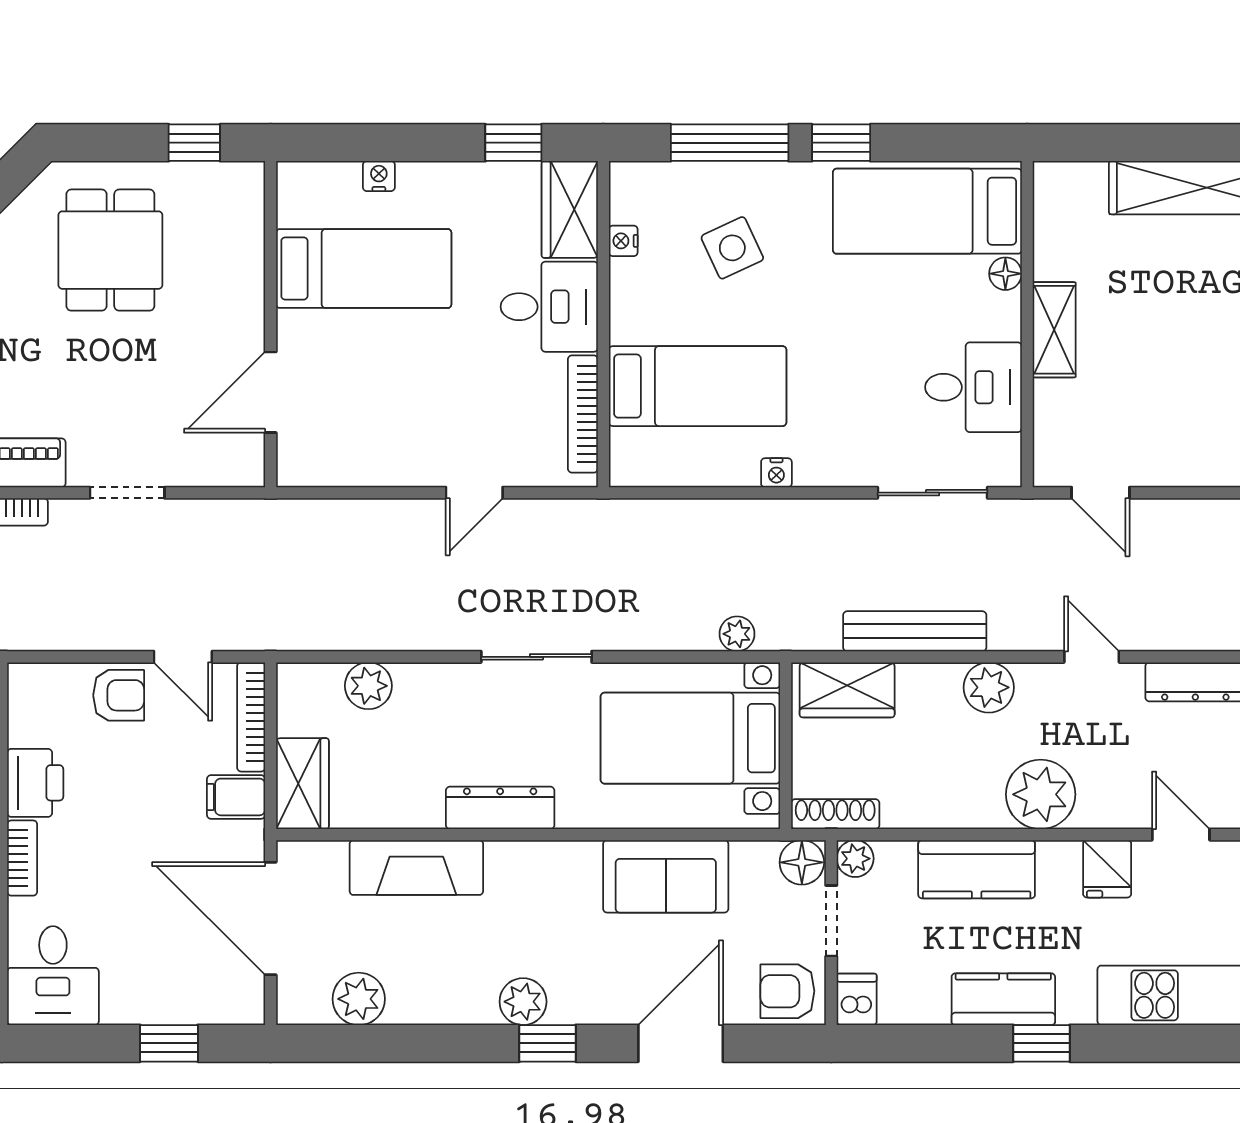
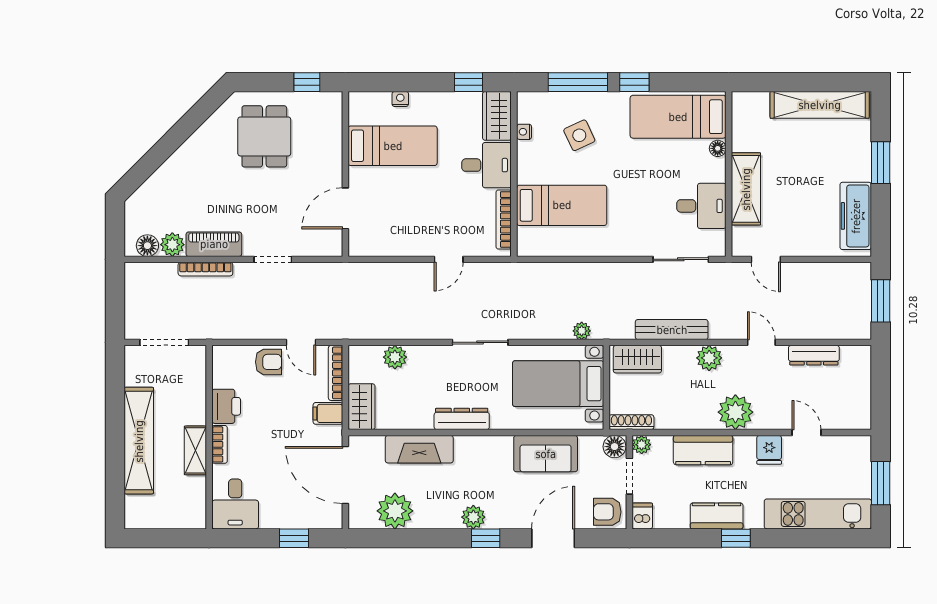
shelving: (1054, 330) -> (746, 189), width x1.50, depth x1.33
nightstand: (776, 473) -> (602, 249), removed
plant: (359, 999) -> (395, 511), width x1.36, depth x1.36

